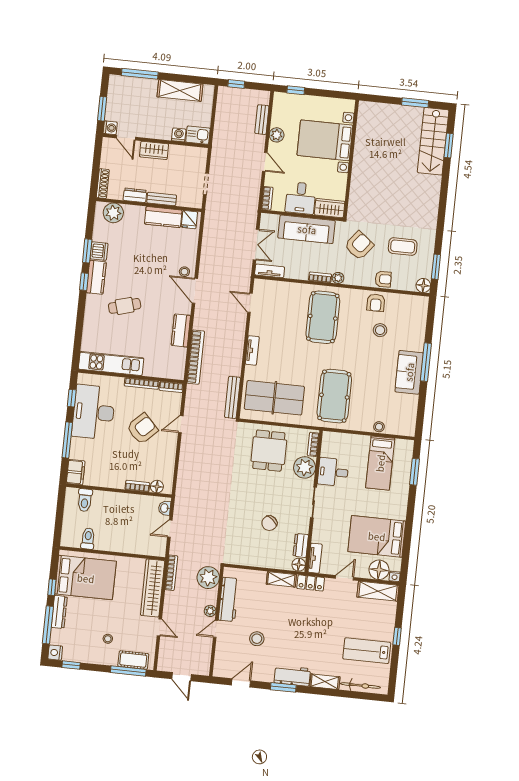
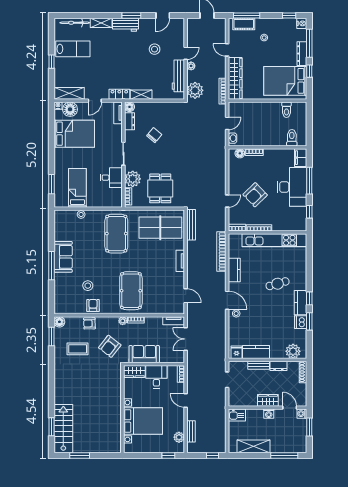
washing machine: (179, 135) -> (269, 414), moved
plant: (277, 135) -> (179, 437), moved
sofa: (307, 229) -> (144, 354), width x0.73
kitchen unit: (111, 364) -> (274, 240), width x1.36
desk: (94, 412) -> (292, 187), moved

